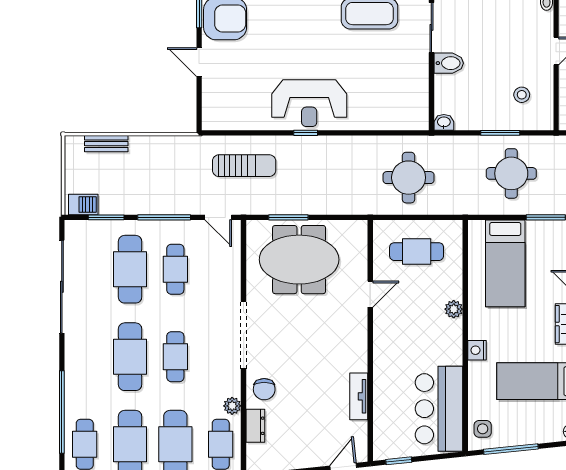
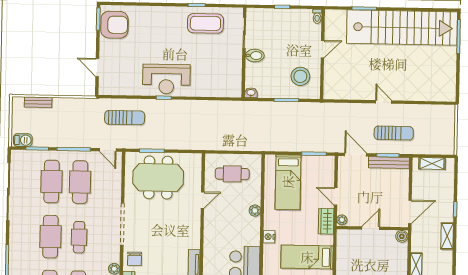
door: (199, 62) -> (97, 67), moved
stool: (522, 95) -> (300, 76), width x1.89, depth x1.89
round table: (511, 173) -> (293, 126), removed
round table: (409, 178) -> (228, 127), removed
cafe table: (175, 269) -> (80, 182), width x1.37, depth x1.35

